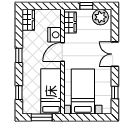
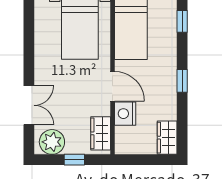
door: (62, 52) -> (112, 86), hinge flipped
double door: (115, 54) -> (29, 105), moved
window: (115, 93) -> (29, 22), removed

